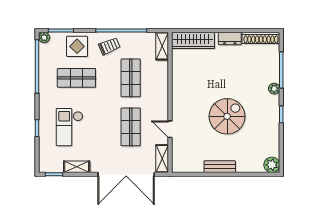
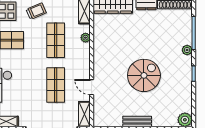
plant: (163, 75) -> (85, 38), added

